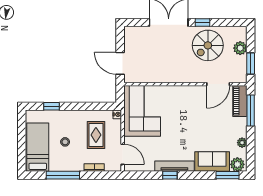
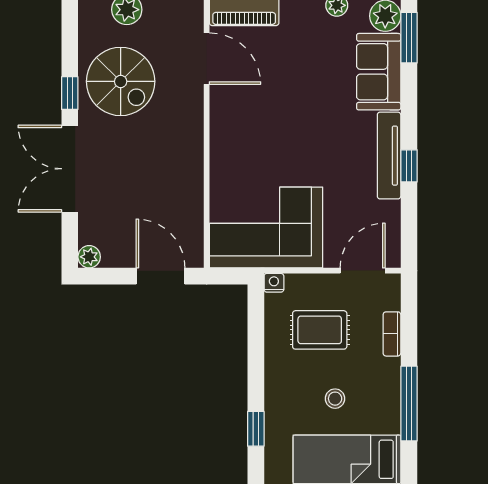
plant: (129, 31) -> (89, 257), added
door: (120, 63) -> (161, 276), swing flipped

